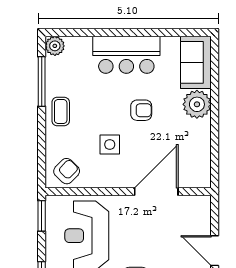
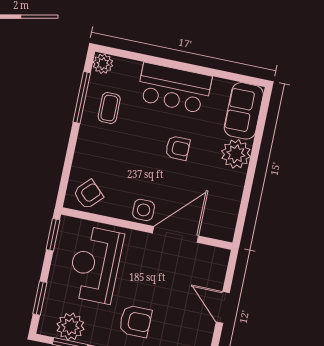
coffee table: (61, 112) -> (109, 108), moved
side table: (110, 144) -> (144, 210), moved

